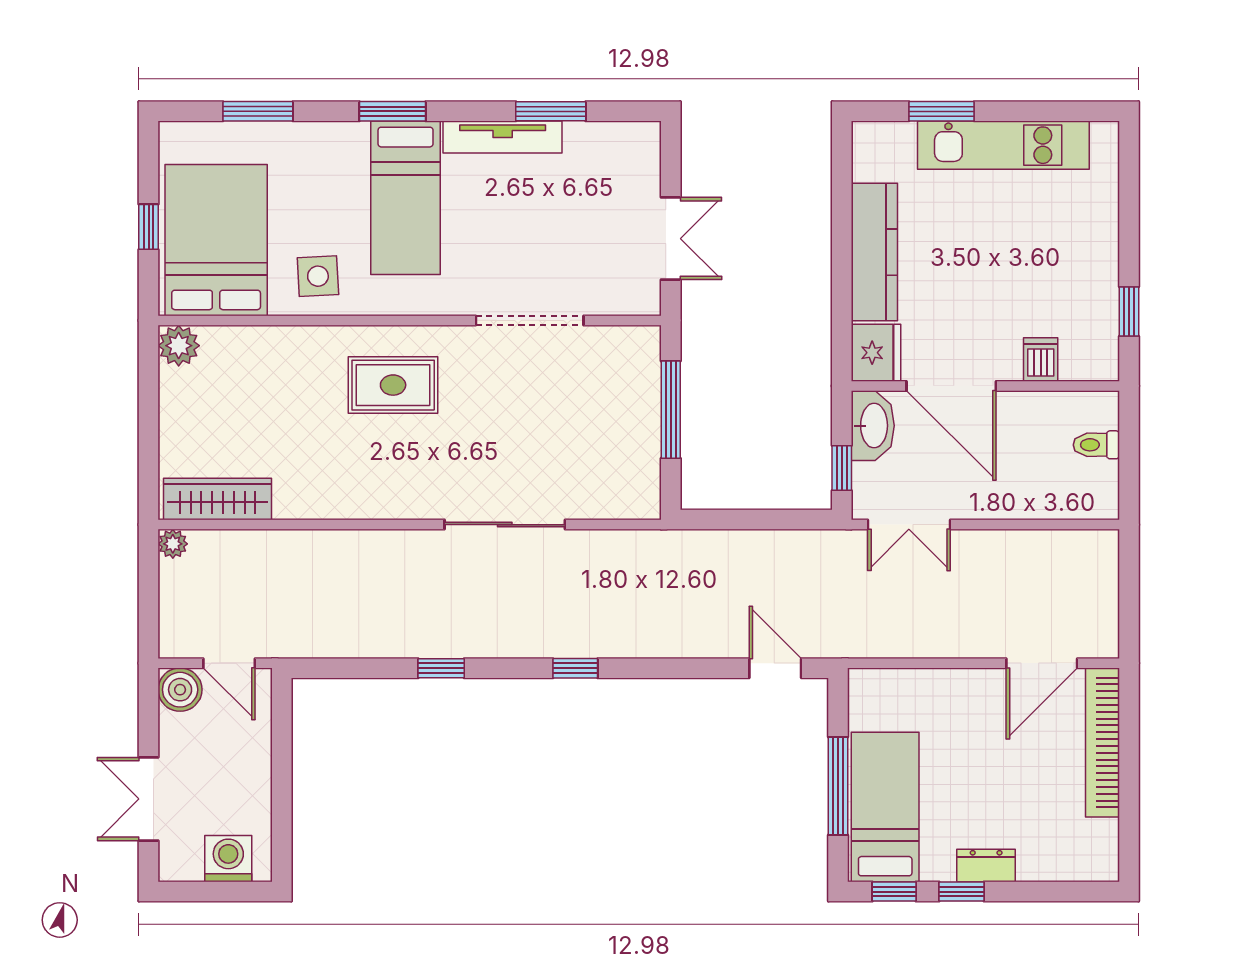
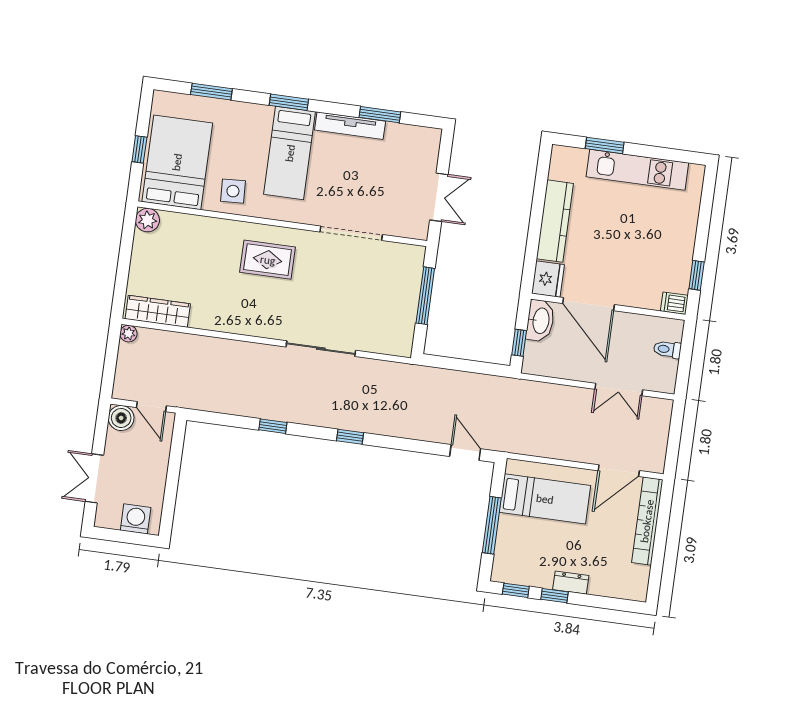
dishwasher: (1041, 359) -> (674, 303), moved, turned -90
double door: (909, 525) -> (619, 389), moved
bed: (885, 807) -> (545, 499), moved, turned 90

